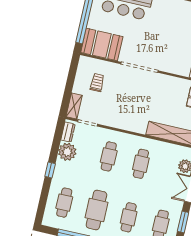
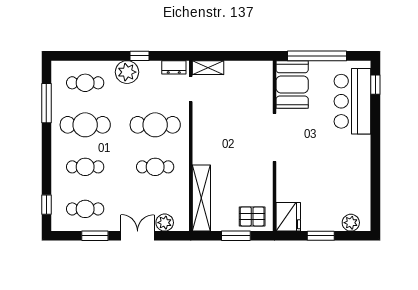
trolley: (97, 83) -> (244, 90), removed
plant: (67, 152) -> (127, 72), moved
cafe table: (109, 156) -> (155, 125), width x1.37, depth x1.35
window: (50, 170) -> (140, 56), moved

